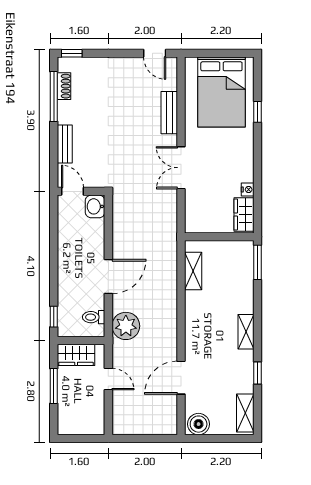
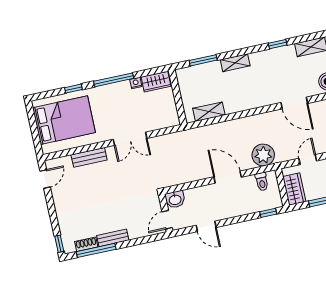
bench: (65, 144) -> (113, 238), moved
window: (257, 163) -> (114, 80), added
door: (54, 237) -> (206, 226), added
window: (257, 262) -> (203, 60), moved
shelving: (246, 332) -> (235, 63), moved

